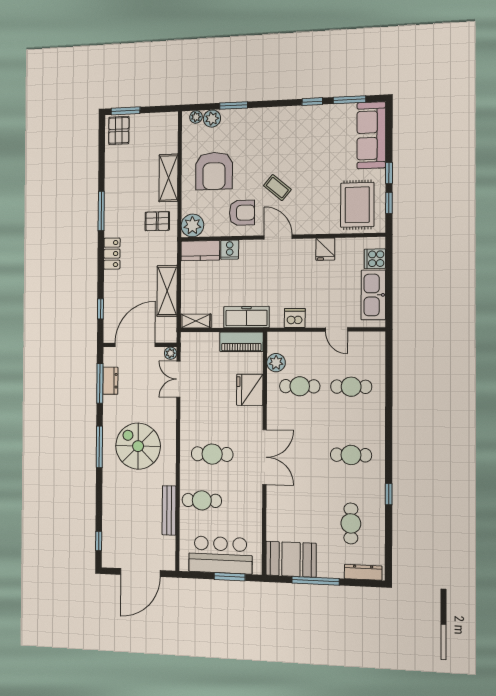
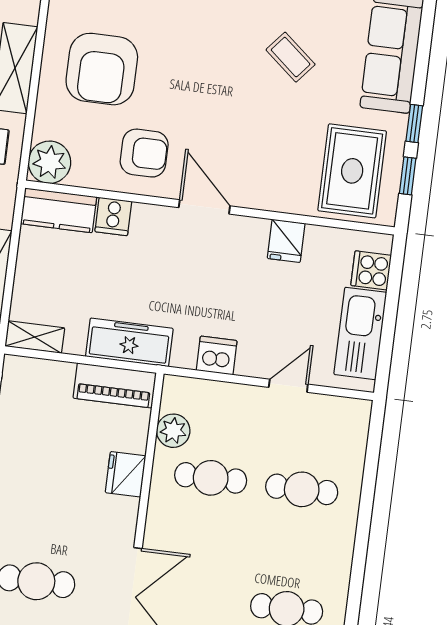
coffee table: (277, 188) -> (291, 57), moved
door: (336, 330) -> (288, 386), swing flipped
fridge: (250, 390) -> (126, 474), width x0.73, depth x0.75

